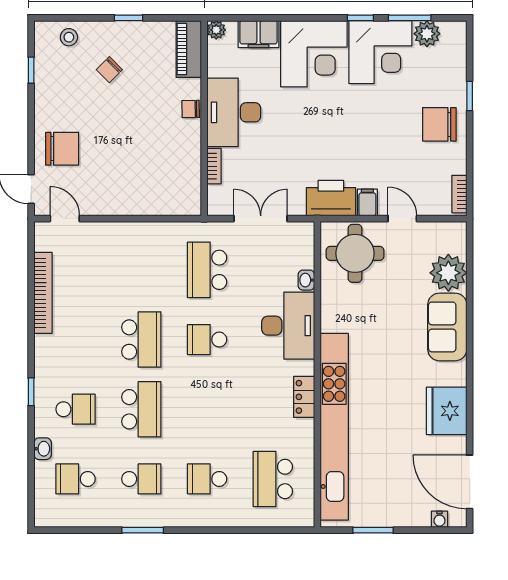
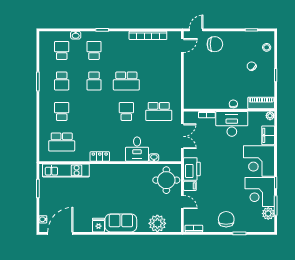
chair: (62, 149) -> (215, 44), turned -90
door: (402, 219) -> (182, 202), hinge flipped
school desk: (207, 270) -> (159, 111), turned 180
desk: (288, 326) -> (137, 149), width x0.73
sofa: (447, 327) -> (121, 223), moved
school desk: (76, 409) -> (94, 50), turned 180
school desk: (141, 409) -> (94, 81), width x0.54
fridge: (447, 411) -> (98, 225), width x0.53, depth x0.75
kitchen unit: (334, 427) -> (66, 170), width x0.54
school desk: (273, 479) -> (62, 142), turned 180

